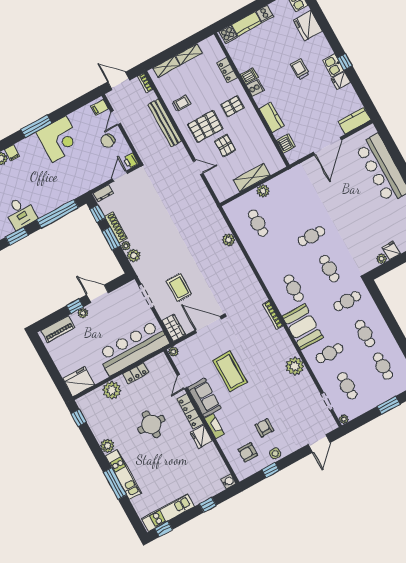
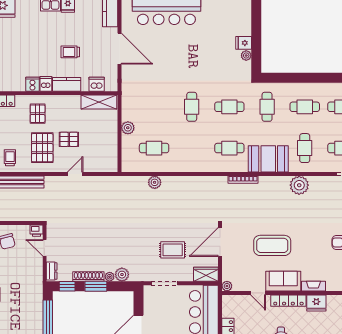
trolley: (300, 69) -> (70, 52), moved
dishwasher: (249, 76) -> (46, 84), moved
shelving: (252, 178) -> (99, 102), moved, turned 90

